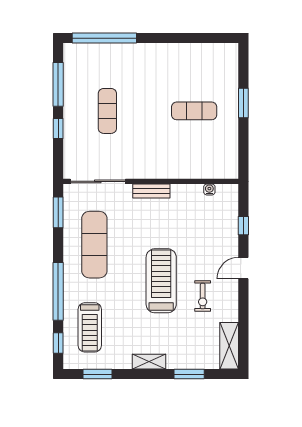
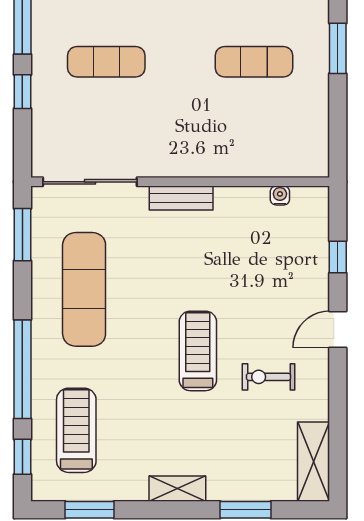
exercise mat: (107, 111) -> (106, 62), turned 90
treadmill: (161, 281) -> (198, 351), width x0.73, depth x0.73
exercise bike: (203, 296) -> (269, 377), turned 90
treadmill: (90, 327) -> (76, 430), turned 180

